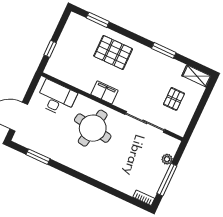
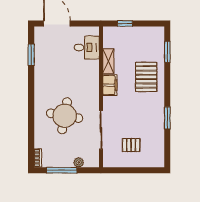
shelving: (197, 76) -> (108, 61), moved
desk: (56, 98) -> (87, 47), width x0.73
round table: (93, 128) -> (65, 116), moved

